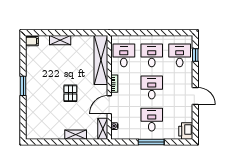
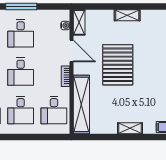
pallet: (70, 93) -> (118, 65), width x2.05, depth x2.00
door: (109, 105) -> (71, 51), hinge flipped
shelving: (76, 135) -> (127, 15), moved

